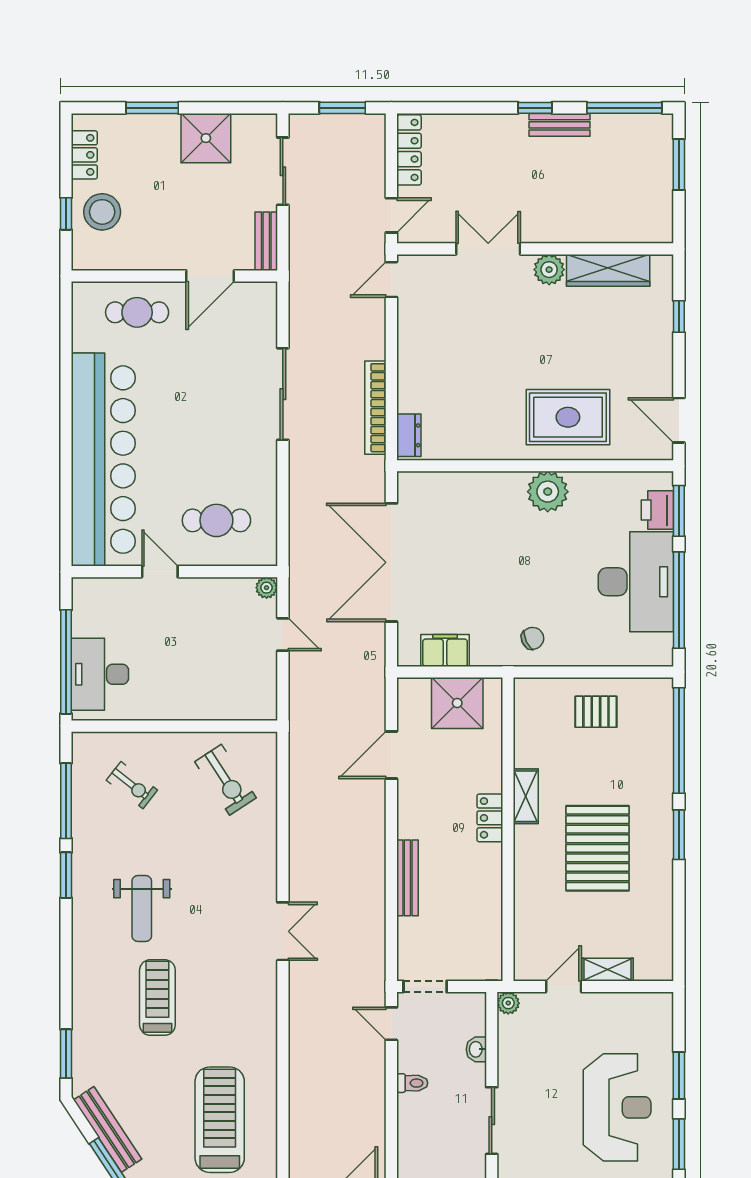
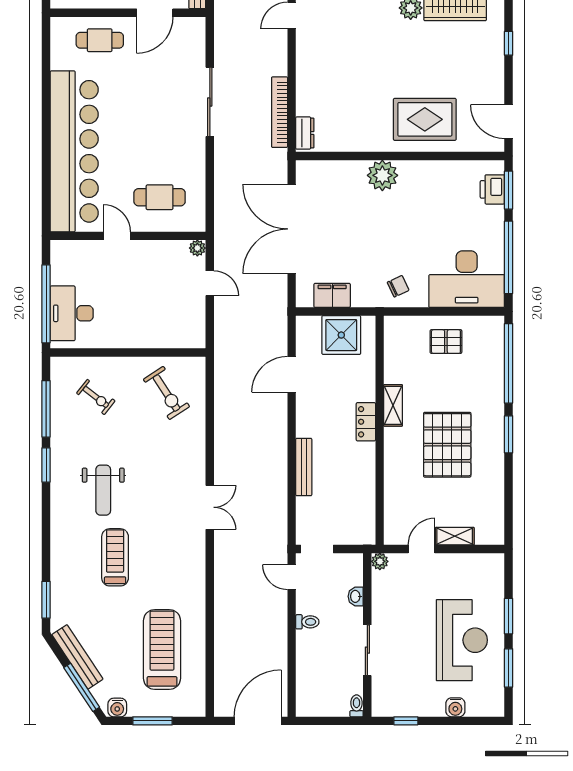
plant: (548, 492) -> (382, 175), moved
desk: (636, 582) -> (467, 279), moved, turned 90

